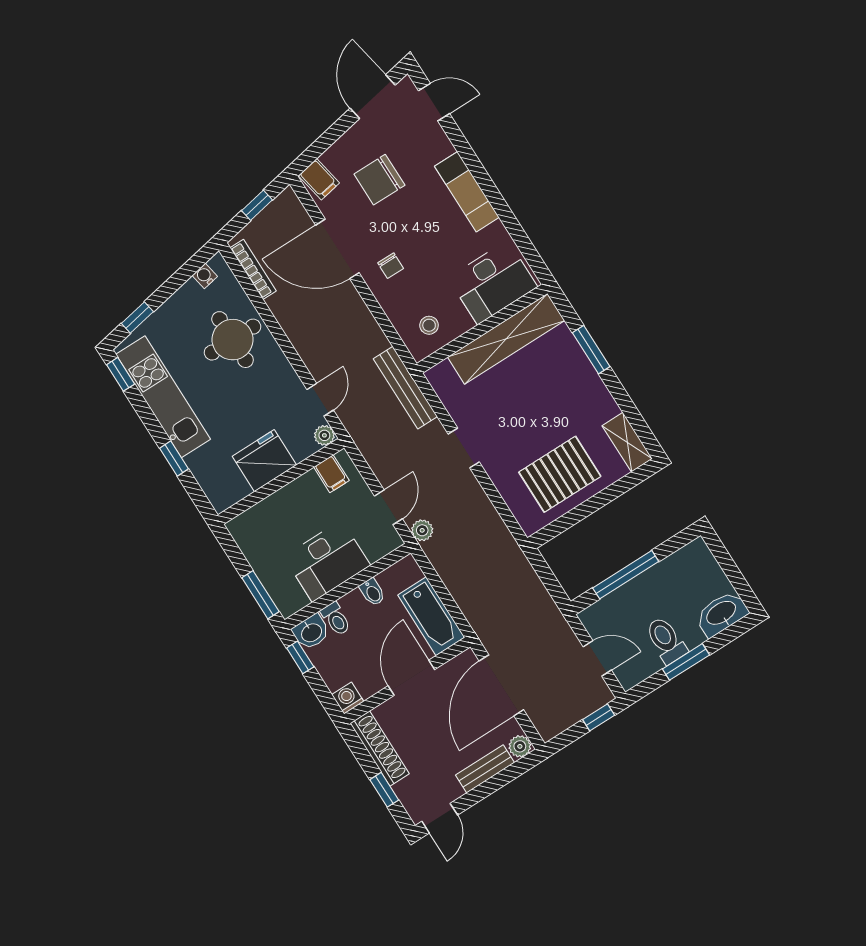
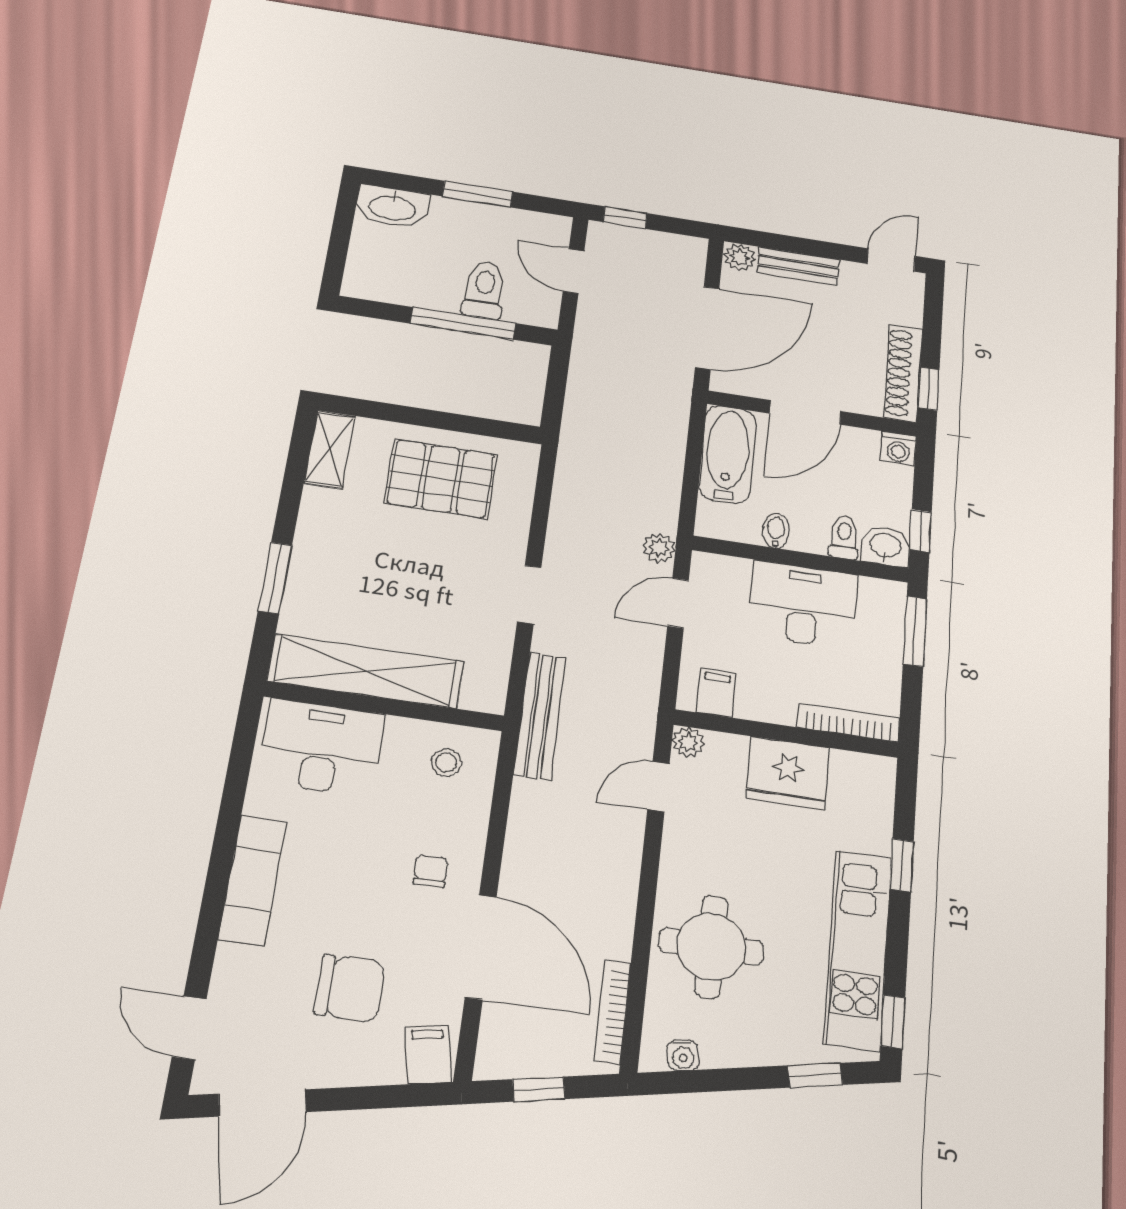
bookcase: (256, 514) -> (848, 723), added
toilet: (666, 640) -> (484, 290), moved, turned 180
window: (384, 790) -> (929, 389), moved

